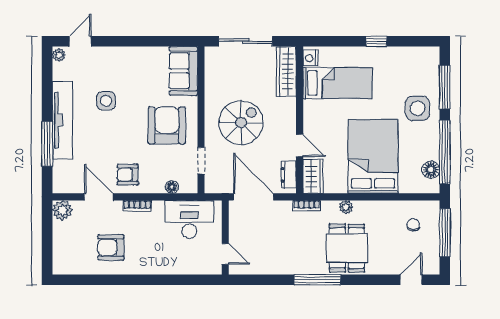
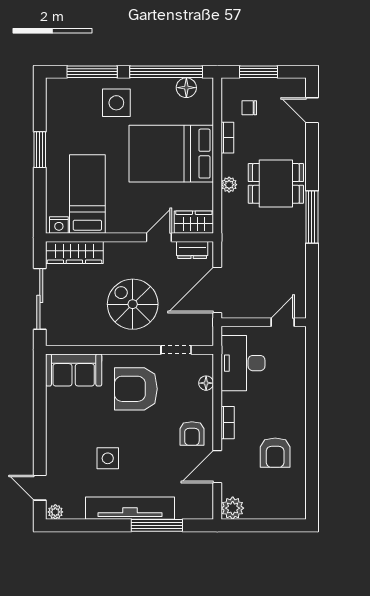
window: (376, 41) -> (40, 150), width x1.50
bookcase: (307, 206) -> (227, 138), moved
window: (445, 233) -> (258, 72), width x0.69

